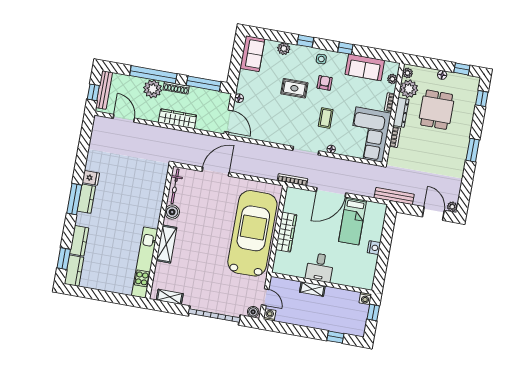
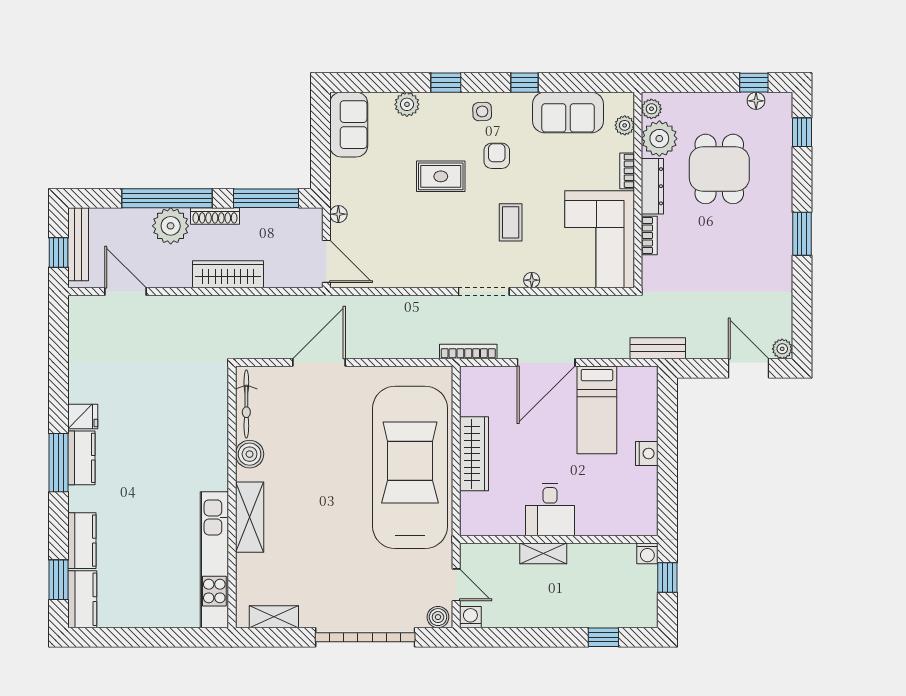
floor lamp: (442, 75) -> (756, 101), moved
bench: (394, 196) -> (658, 348), width x0.73

